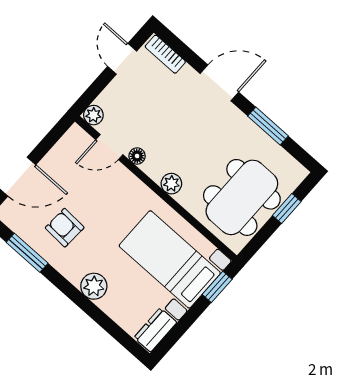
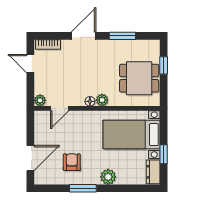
floor lamp: (137, 156) -> (90, 101), moved
dining table: (242, 197) -> (139, 78), width x0.73
armchair: (65, 228) -> (72, 162), turned 87
window: (27, 253) -> (83, 188), moved
window: (217, 287) -> (164, 154), moved

